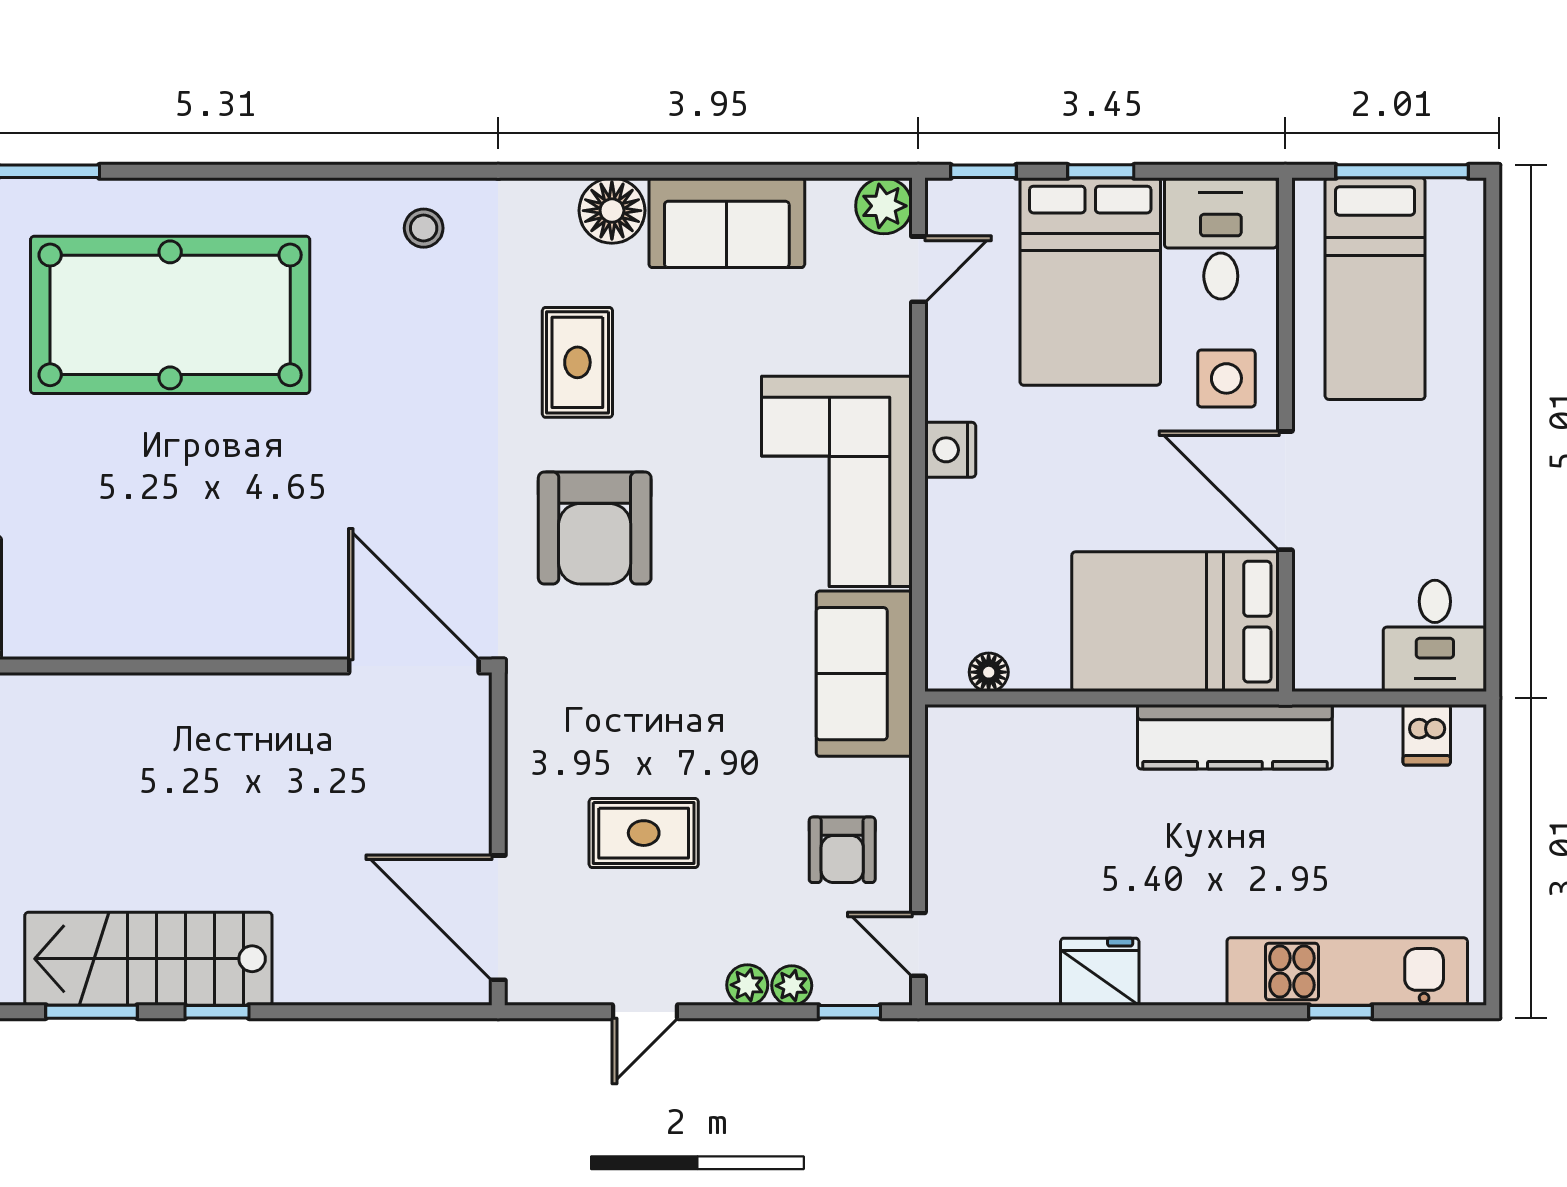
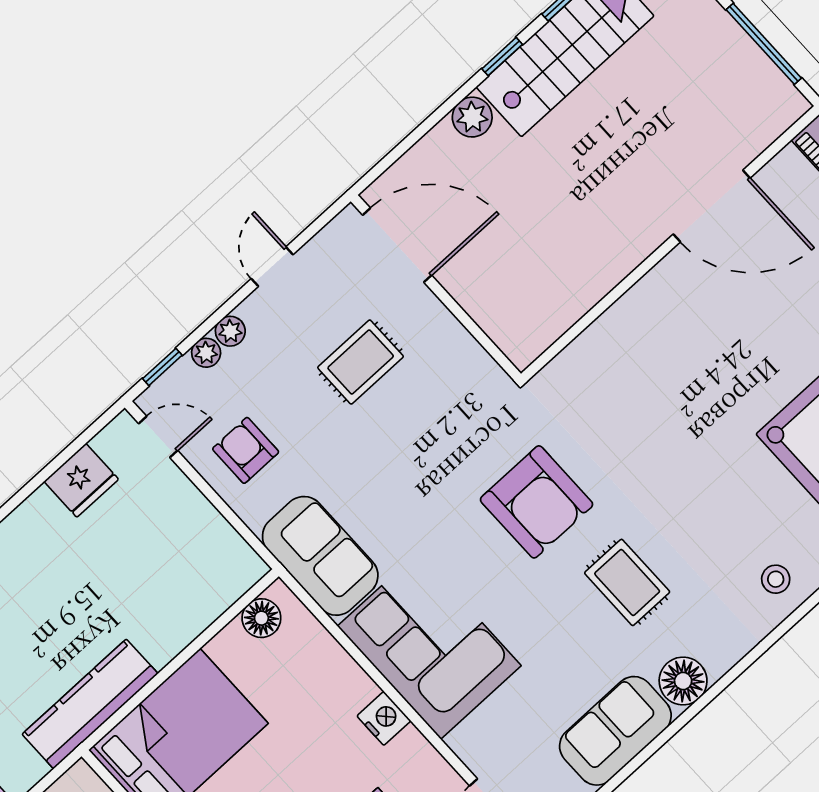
armchair: (595, 528) -> (537, 502), turned 180
door: (414, 666) -> (712, 206), moved
floor lamp: (989, 672) -> (261, 618), width x1.37, depth x1.37
fridge: (1100, 972) -> (81, 480), moved
plant: (303, 978) -> (472, 117), added

